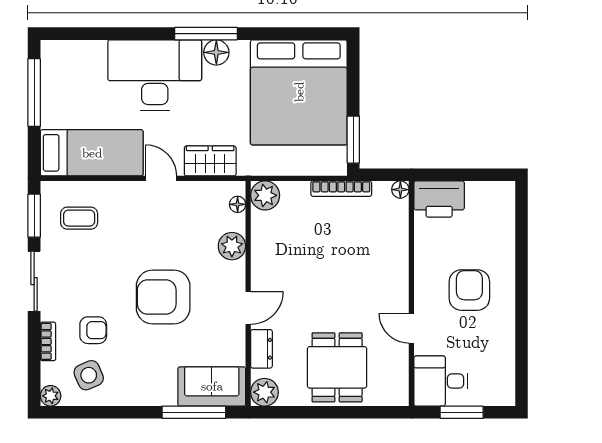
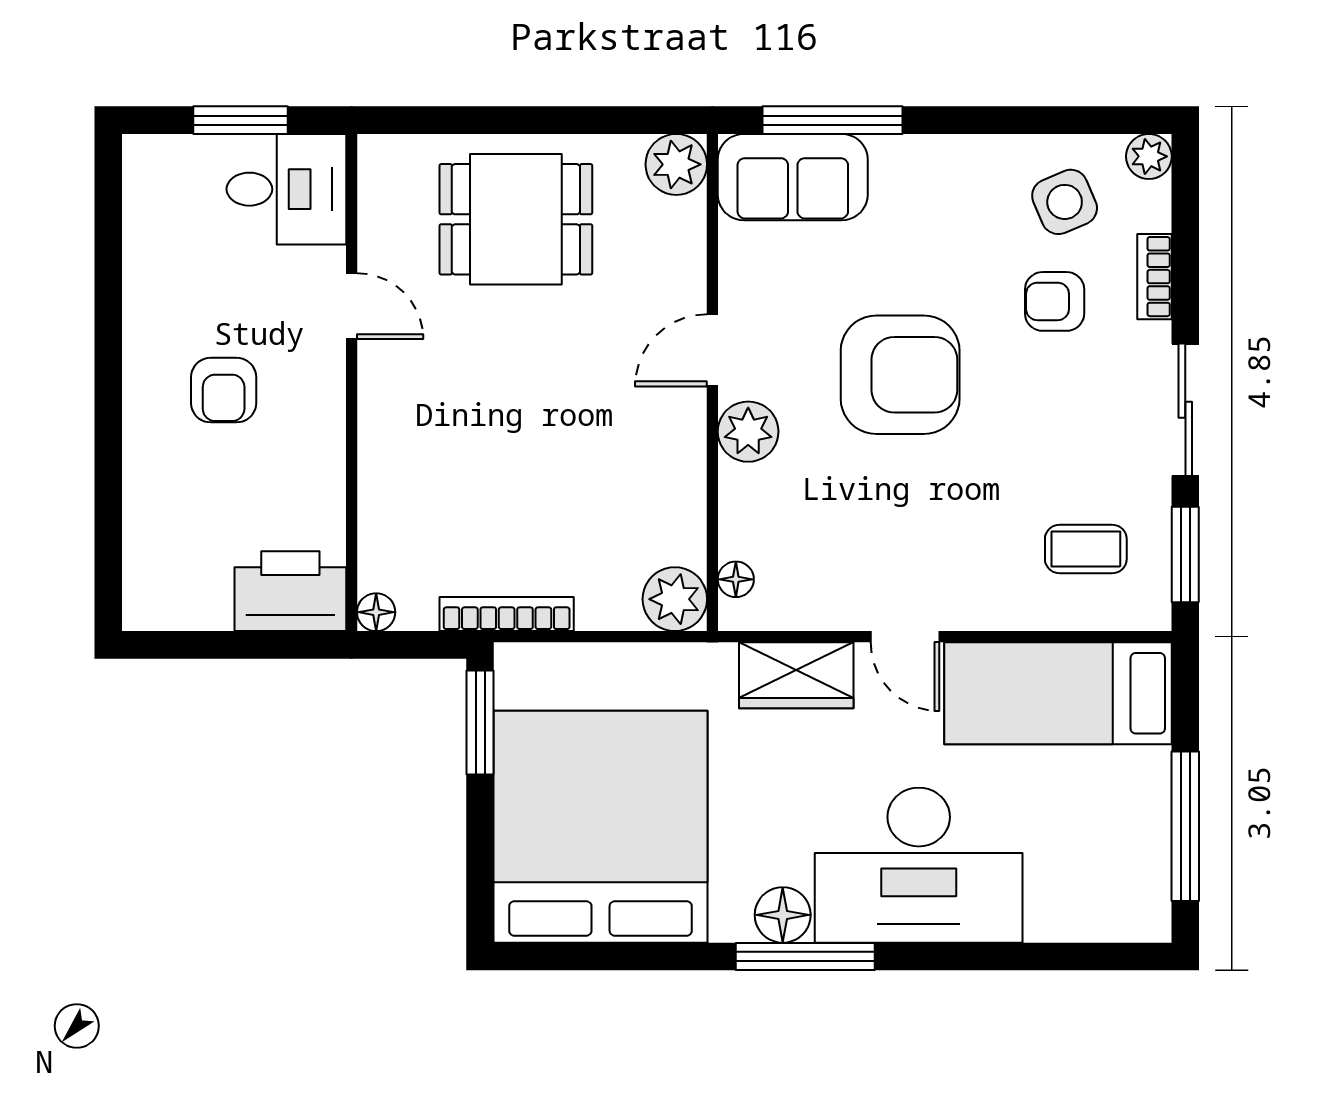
plant: (232, 246) -> (748, 432), moved
armchair: (469, 290) -> (224, 390), width x0.72, depth x0.72
dresser: (261, 349) -> (683, 260), removed
dining table: (337, 367) -> (516, 219), turned 90

